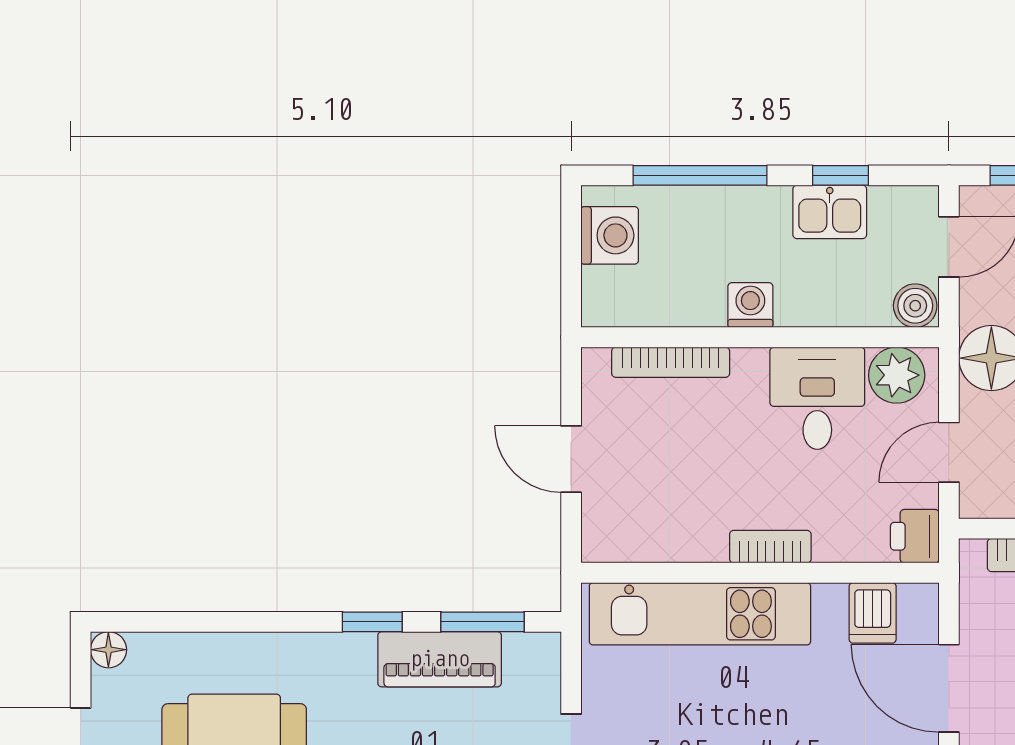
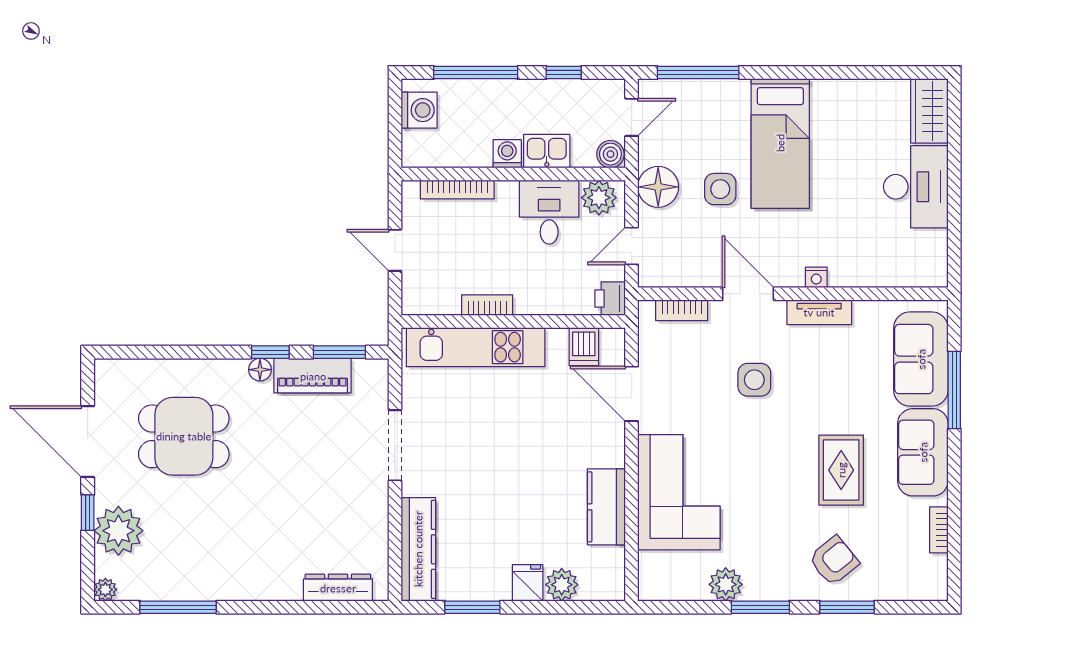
kitchen sink: (830, 212) -> (547, 151), moved, turned 180
bookcase: (770, 547) -> (487, 305), moved
floor lamp: (108, 650) -> (260, 370), moved

